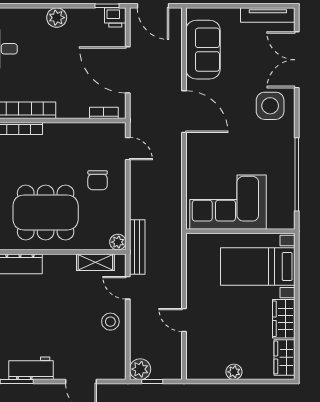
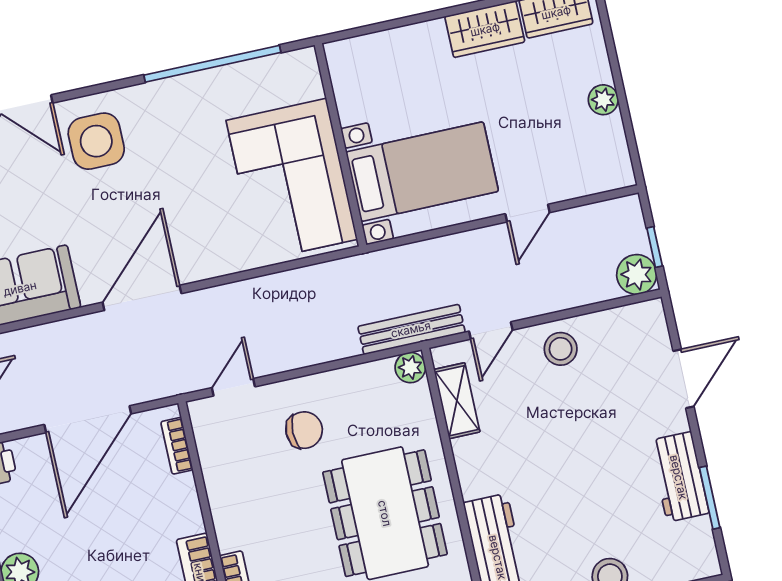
bed with nightstands: (258, 267) -> (422, 172), moved, turned -90

